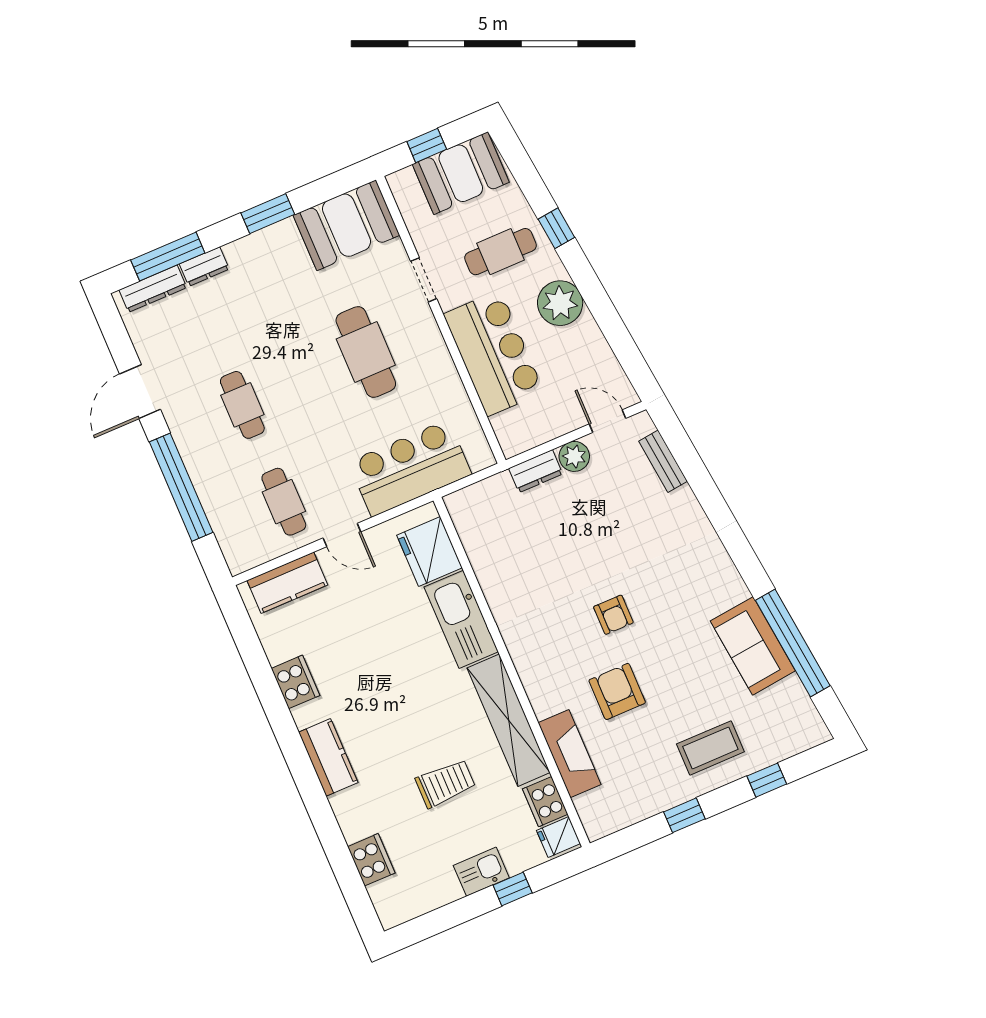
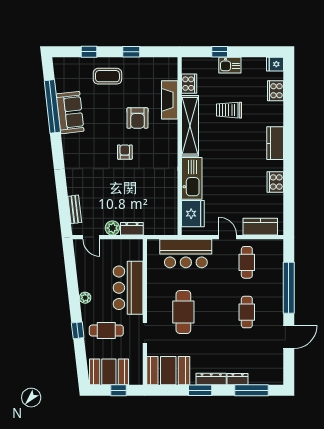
dresser: (153, 289) -> (211, 379), moved
plant: (560, 303) -> (85, 298), width x0.53, depth x0.53
fridge: (558, 837) -> (275, 64), moved, turned 180

